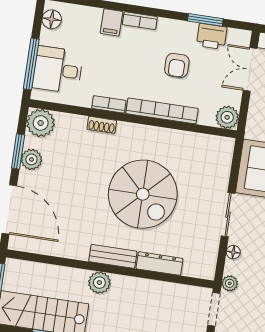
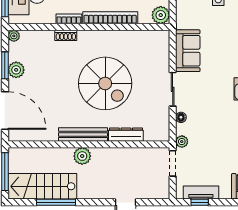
plant: (41, 123) -> (14, 36), width x0.53, depth x0.53
bench: (113, 256) -> (83, 134), width x1.36

